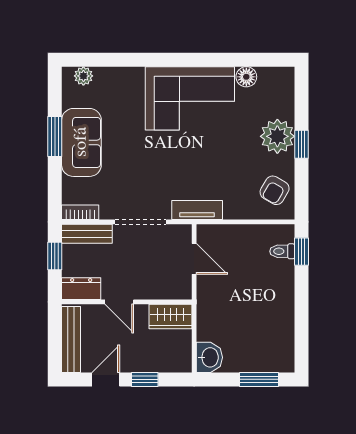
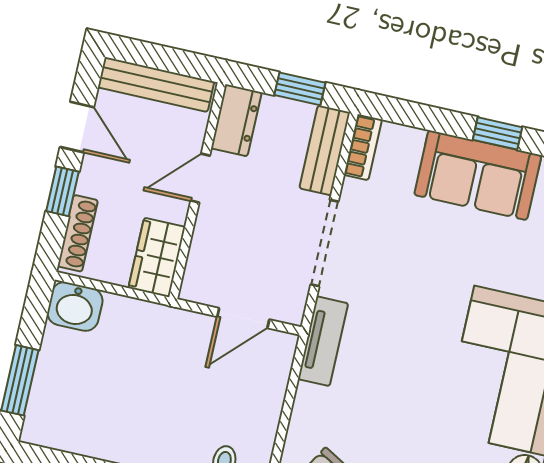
window: (55, 137) -> (497, 133), width x0.67
shoe rack: (167, 365) -> (78, 233), added

